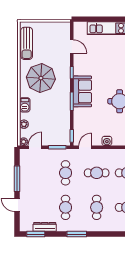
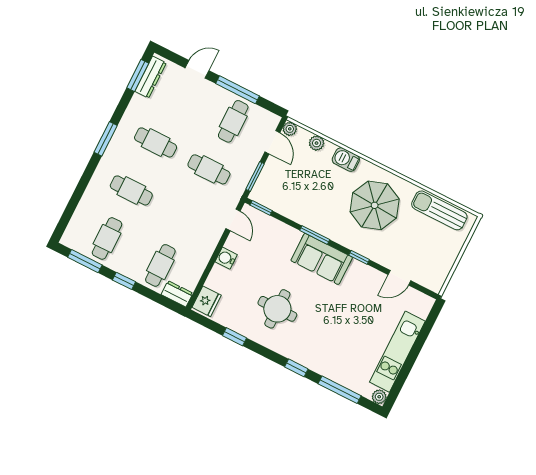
cafe table: (97, 173) -> (233, 121), moved
dresser: (45, 227) -> (151, 77), moved

